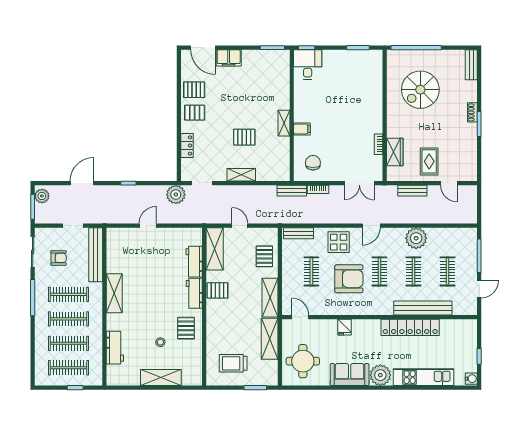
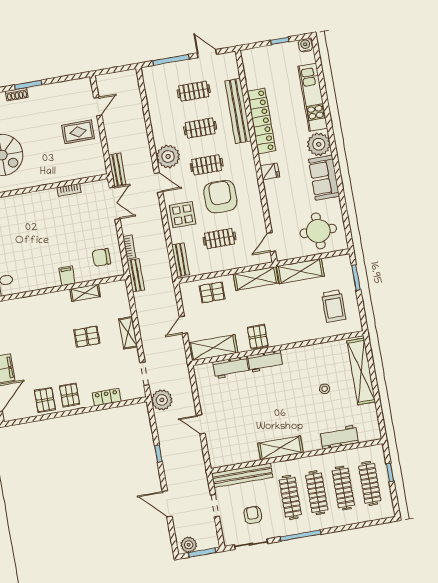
shelving: (284, 123) -> (85, 293), moved
pallet: (244, 137) -> (87, 337), turned 90
wardrobe: (395, 152) -> (74, 171), removed
bench: (412, 191) -> (117, 170), moved
plant: (416, 238) -> (168, 156), moved
fridge: (345, 327) -> (270, 171), moved
pallet: (186, 328) -> (305, 364), removed
shelving: (161, 378) -> (361, 371), width x1.47

